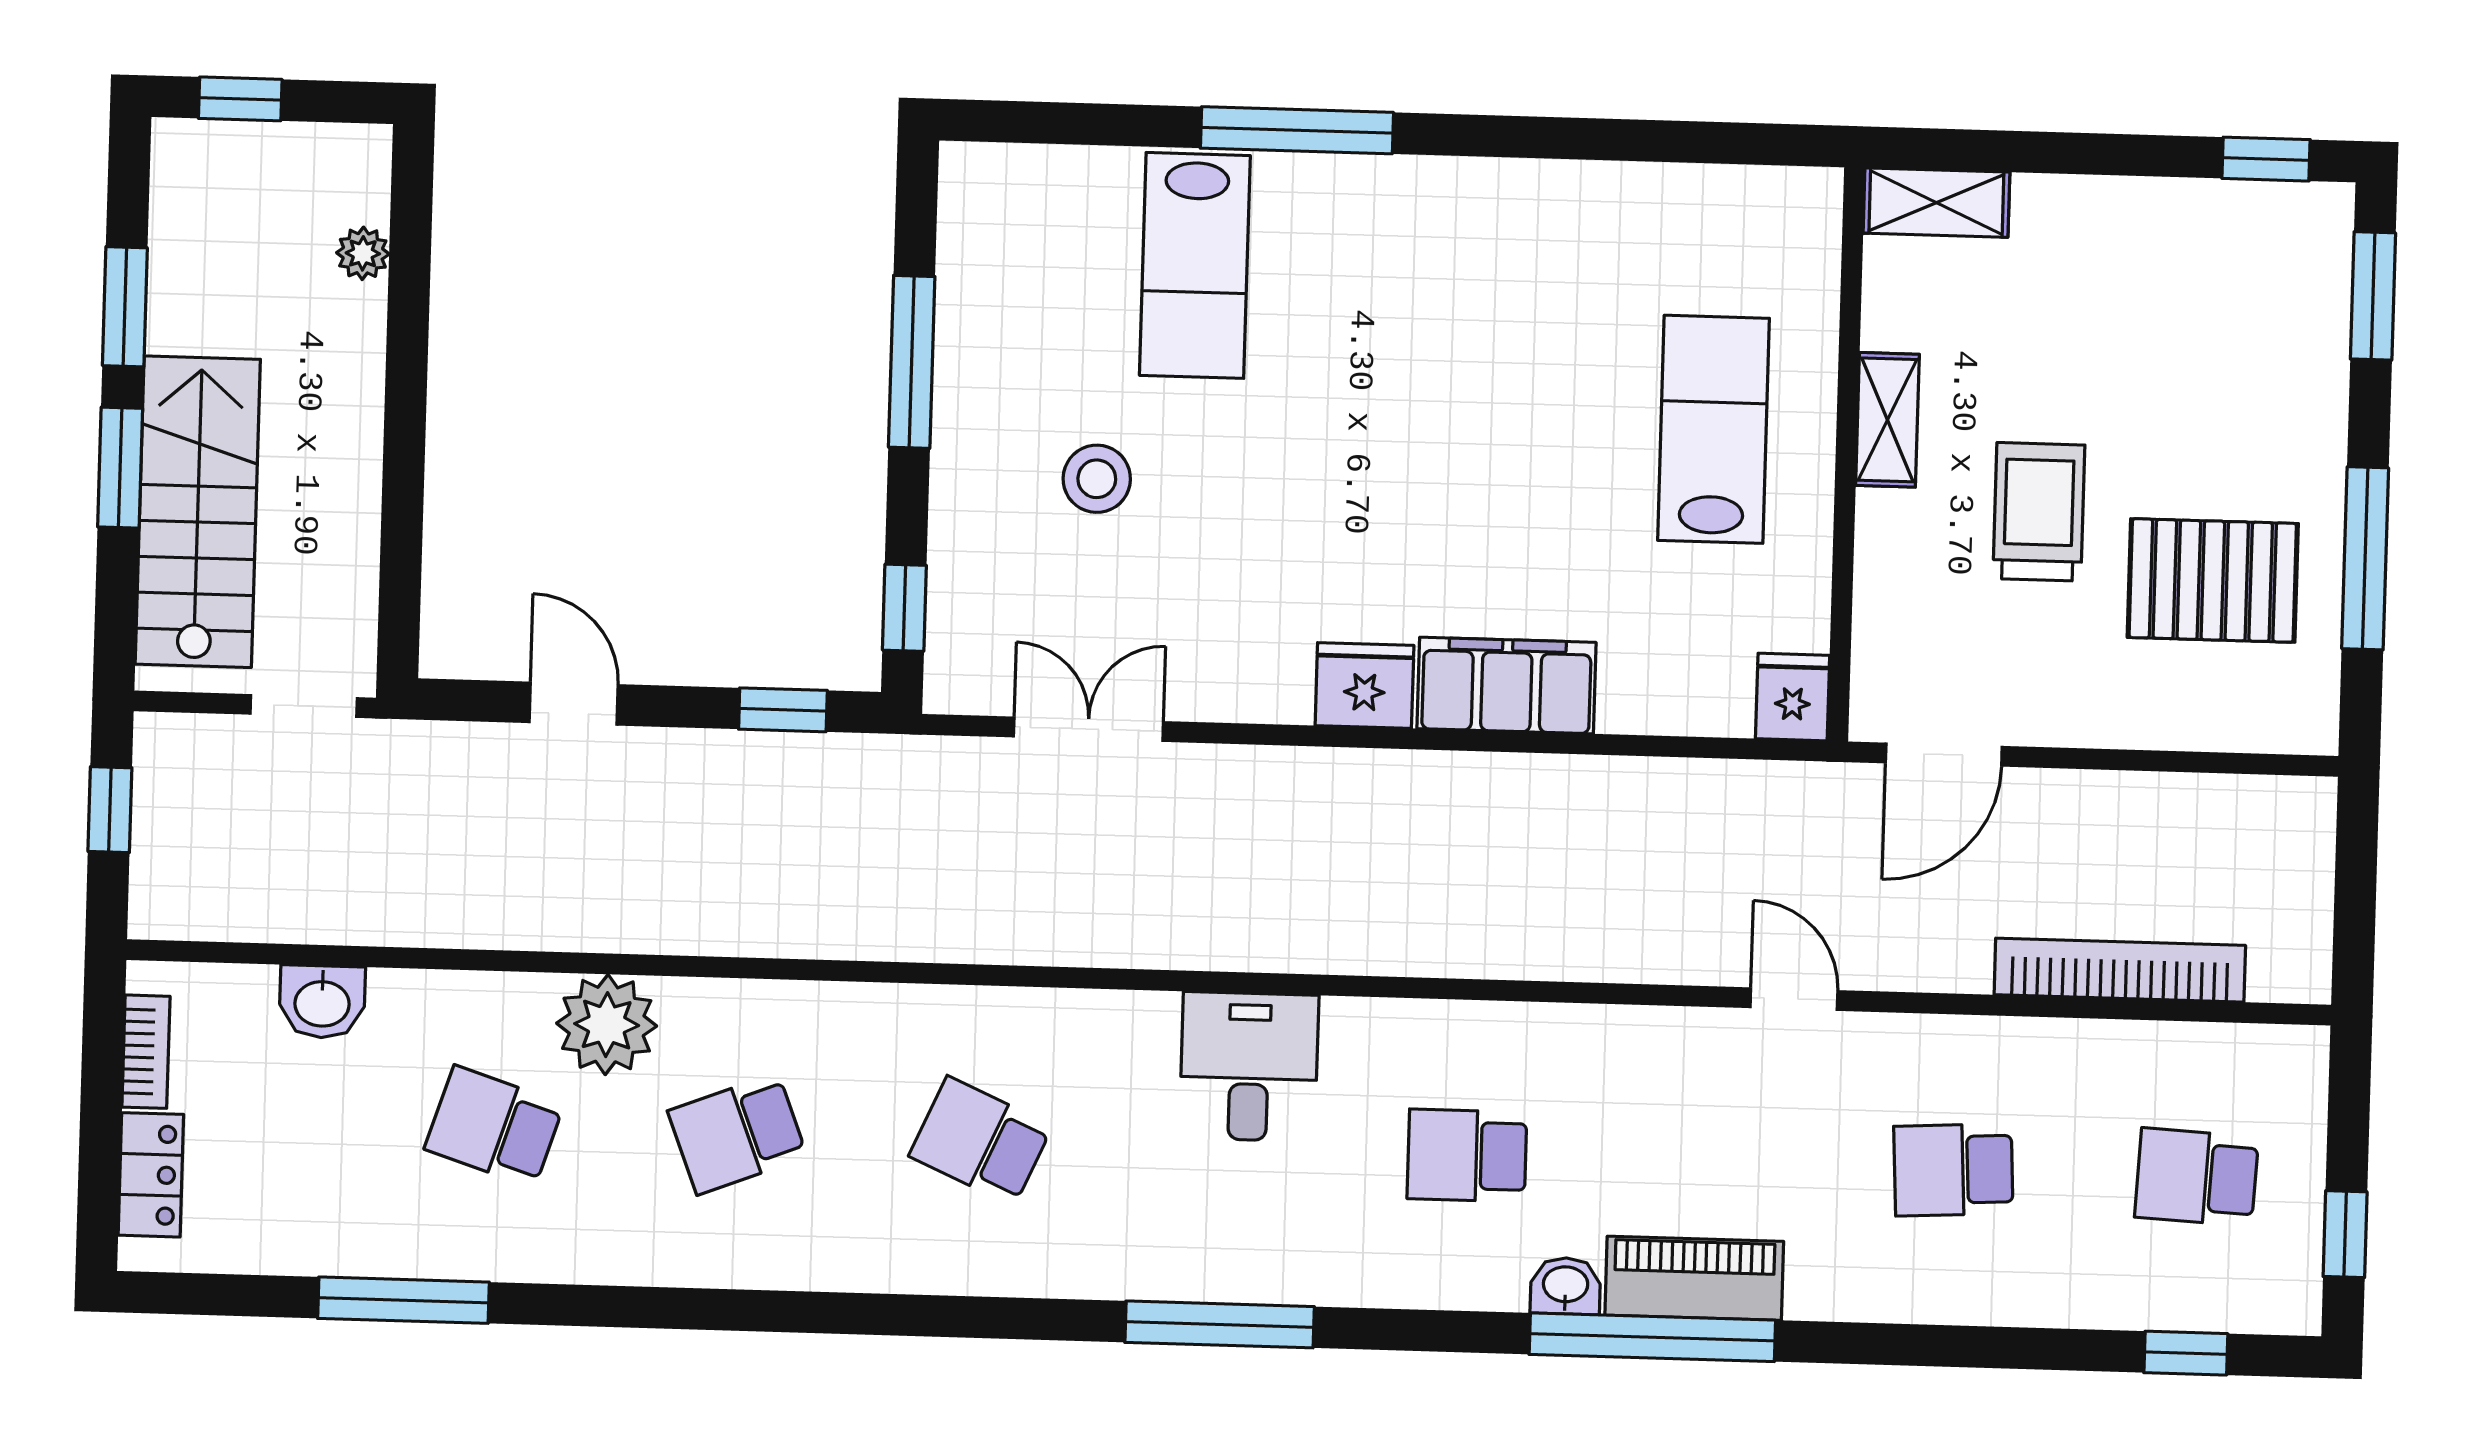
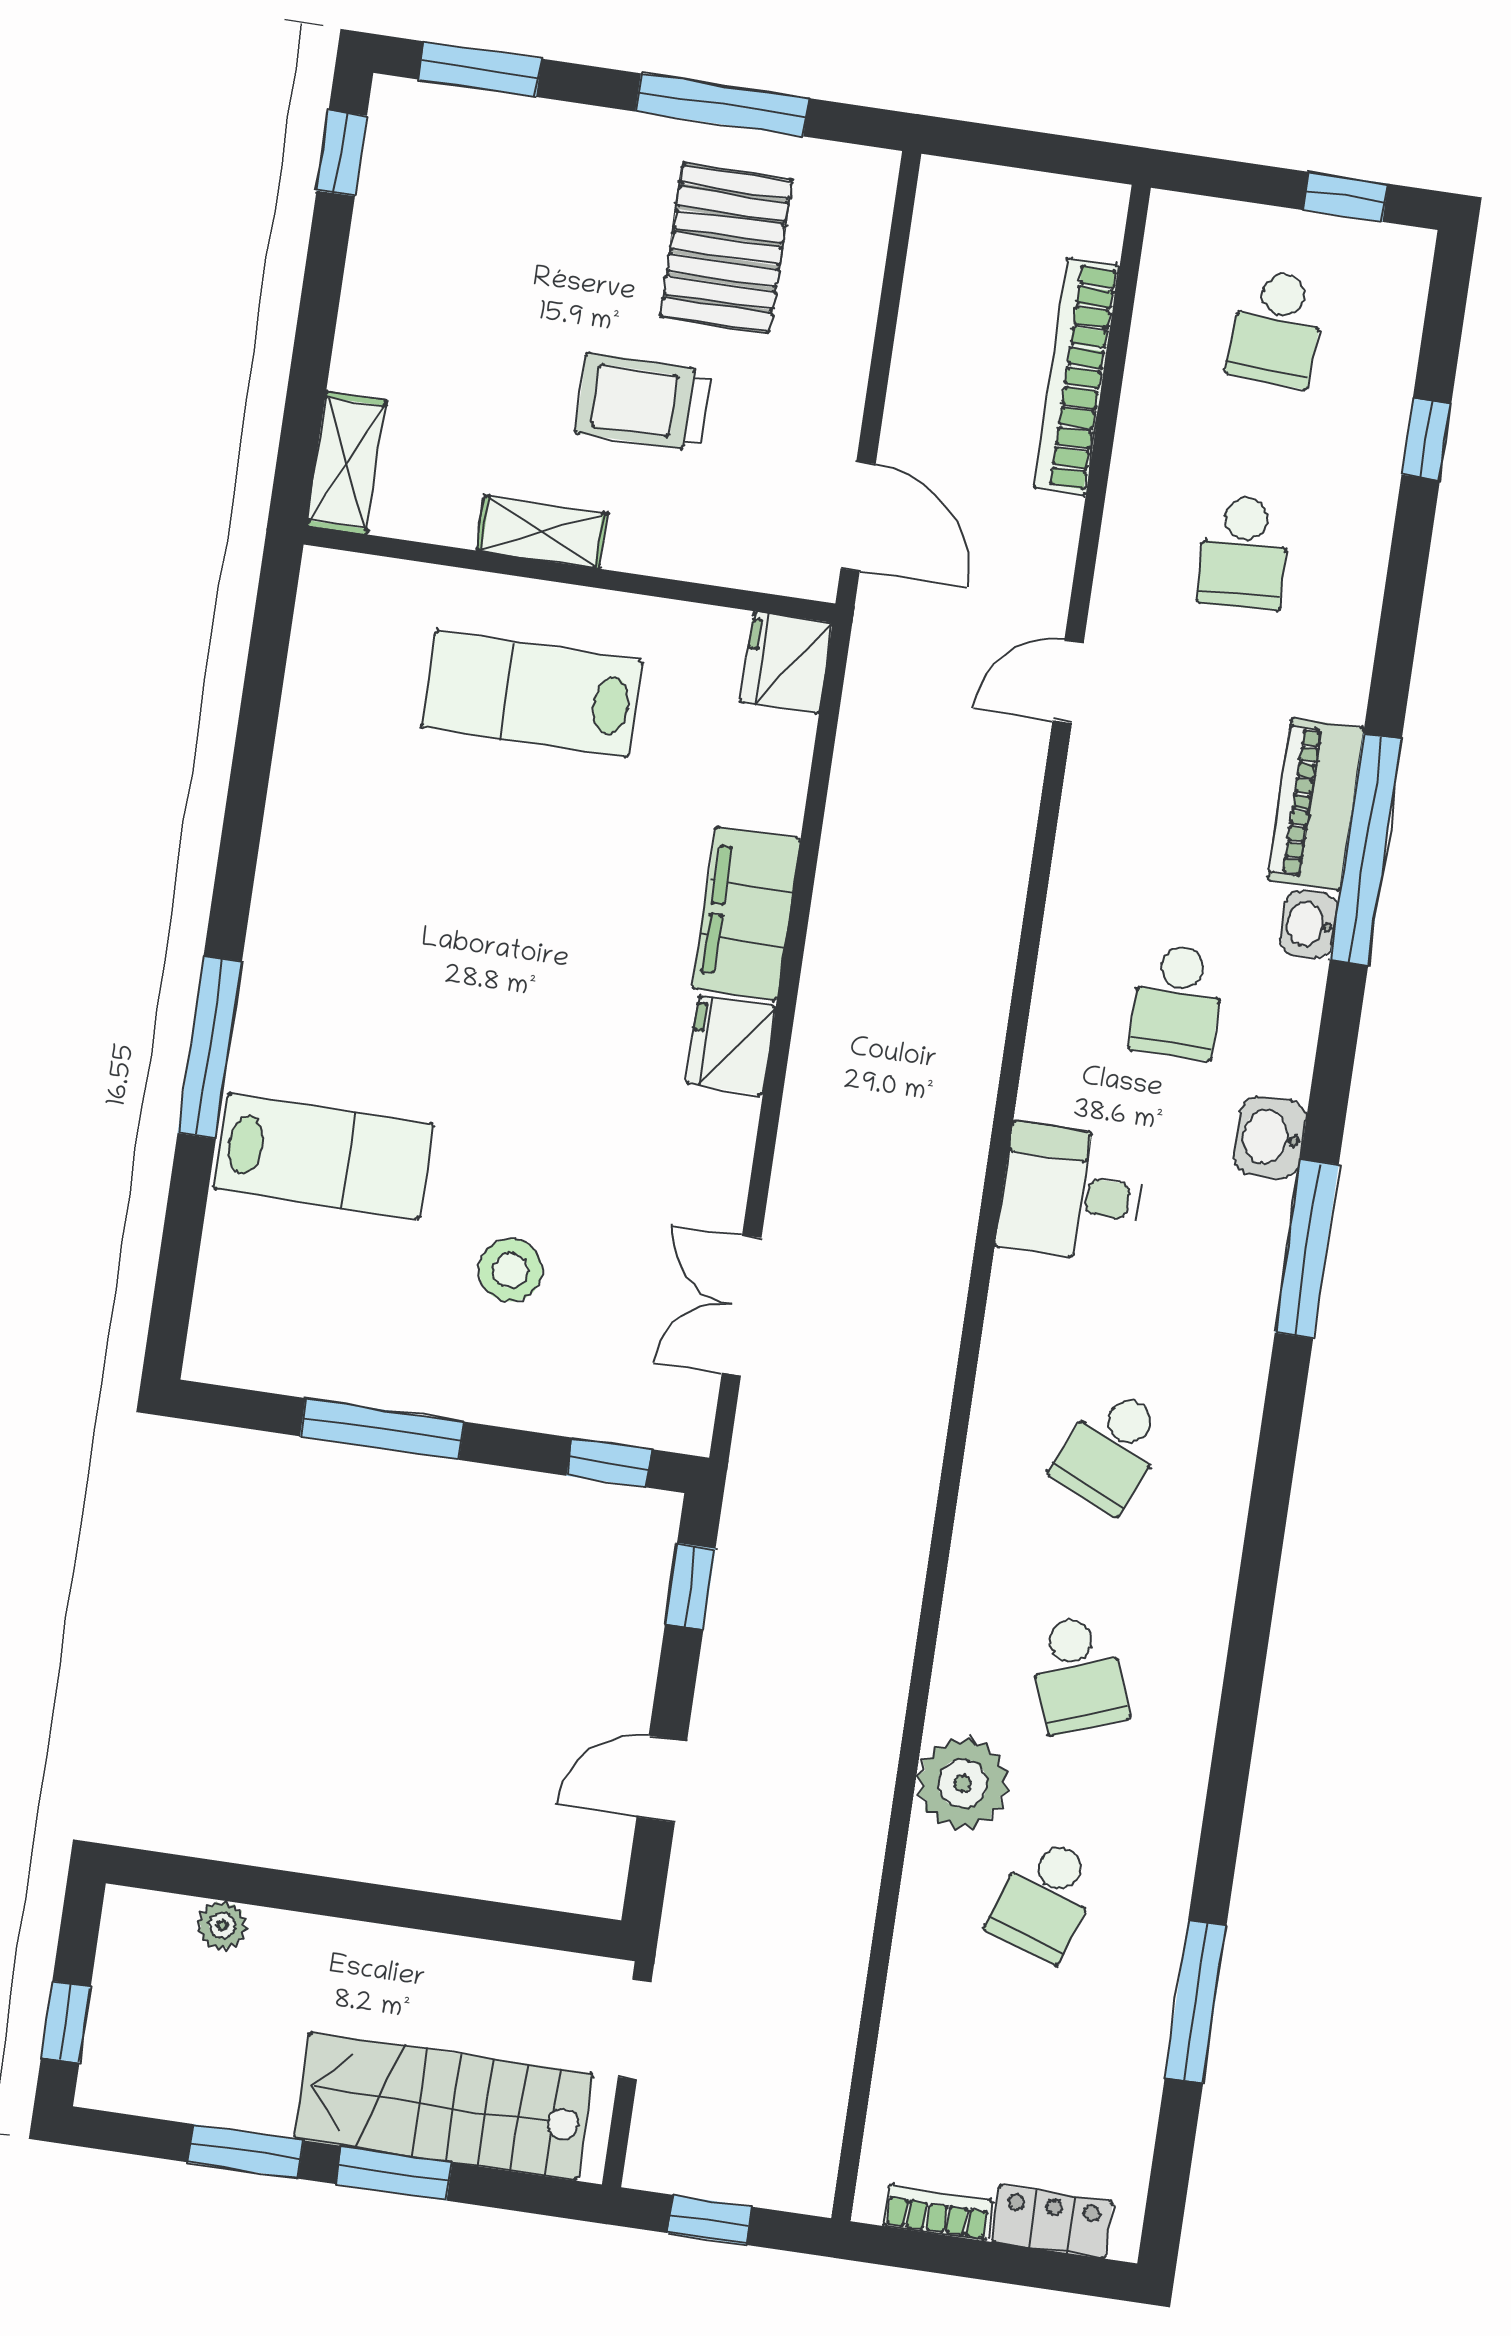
fridge: (1793, 697) -> (786, 663), width x1.38
washbasin: (322, 1002) -> (1270, 1137), moved, turned 180
window: (2186, 1353) -> (1426, 439), moved

